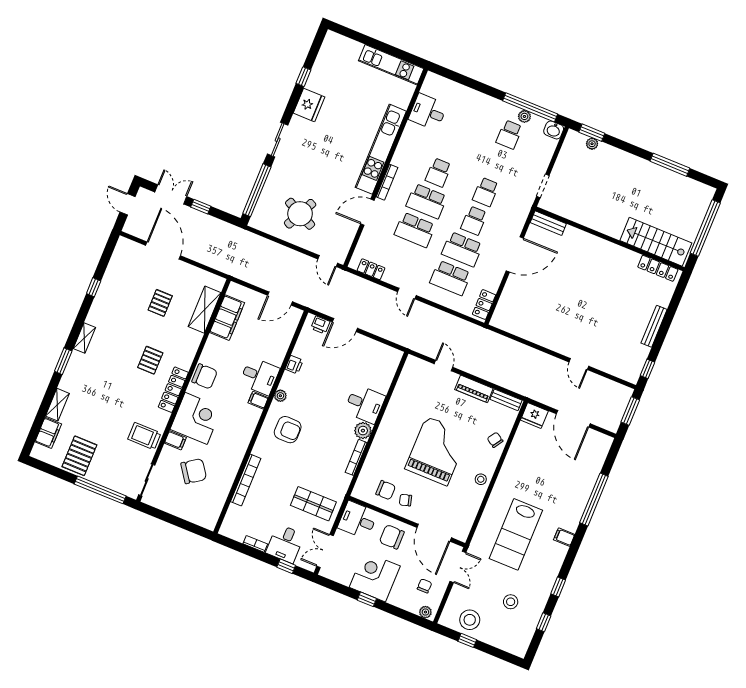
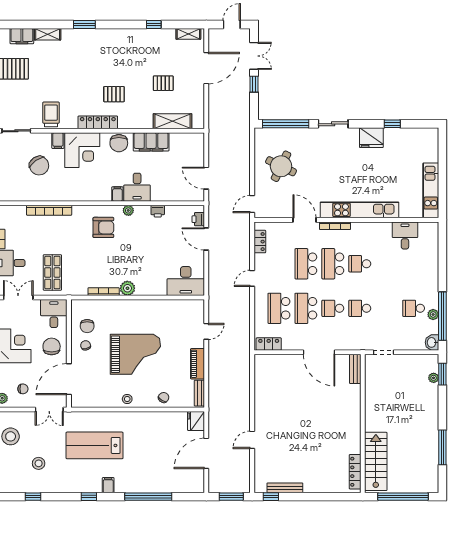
filing cabinet: (227, 318) -> (151, 142), moved
bench: (654, 326) -> (285, 488), moved
shelving: (84, 338) -> (188, 34), moved
desk: (365, 404) -> (186, 281), moved, width x1.37
armchair: (288, 430) -> (103, 227), turned -90
window: (558, 587) -> (89, 497), moved

